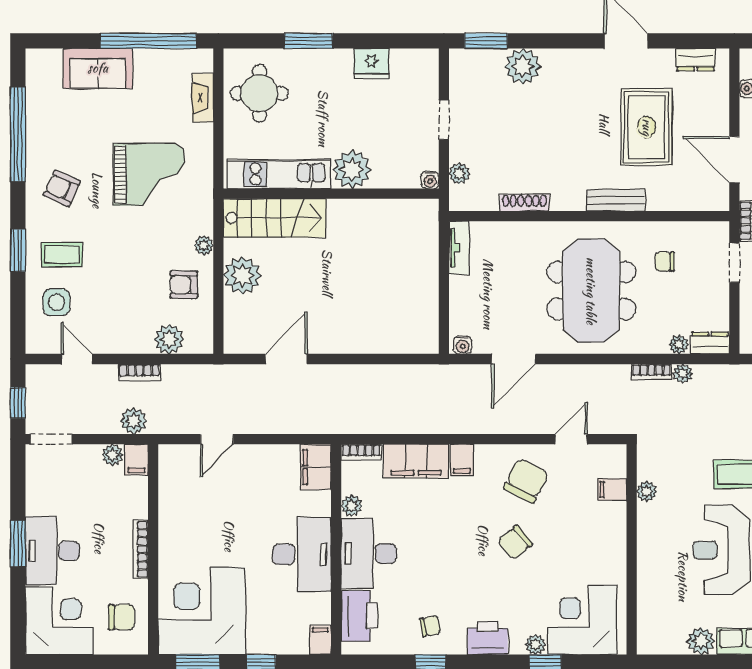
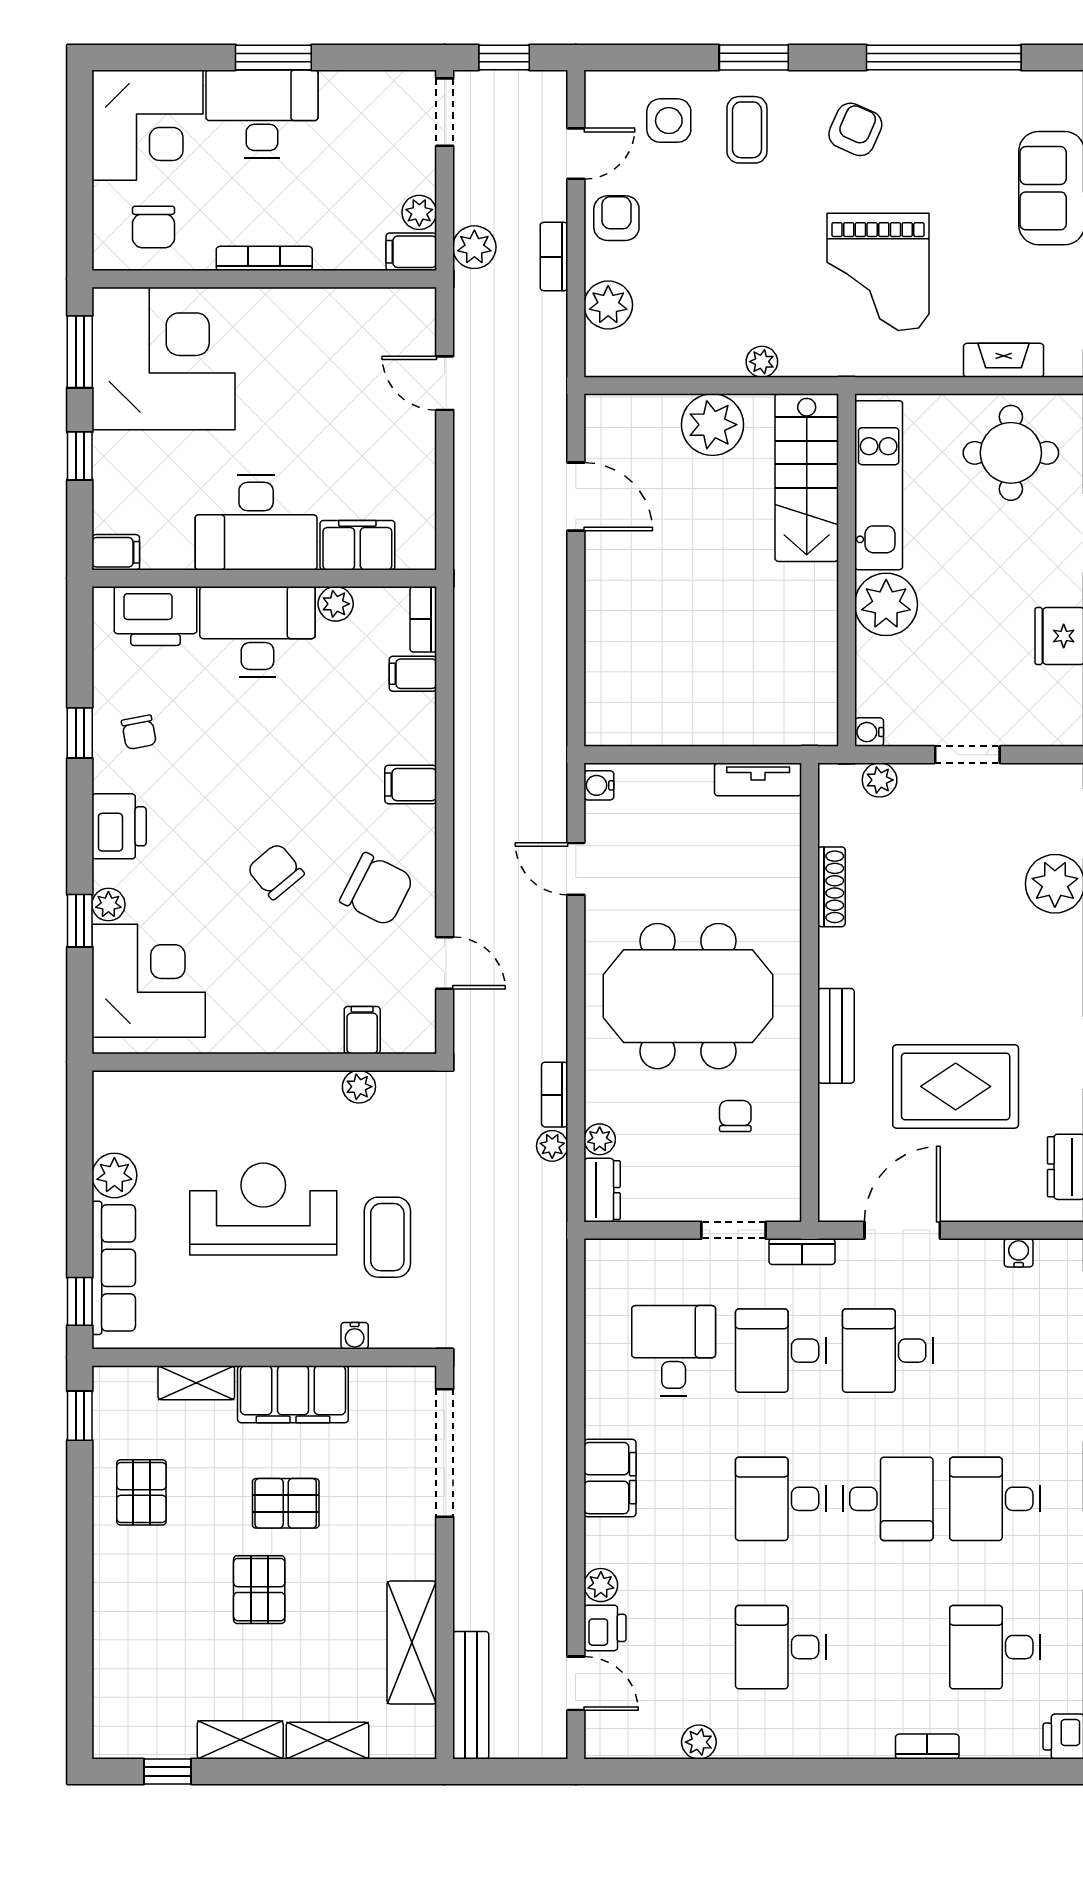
armchair: (184, 285) -> (616, 218), moved
door: (514, 359) -> (576, 869), width x0.73
filing cabinet: (416, 461) -> (413, 674), width x0.33, depth x0.86
filing cabinet: (316, 467) -> (357, 545), moved

